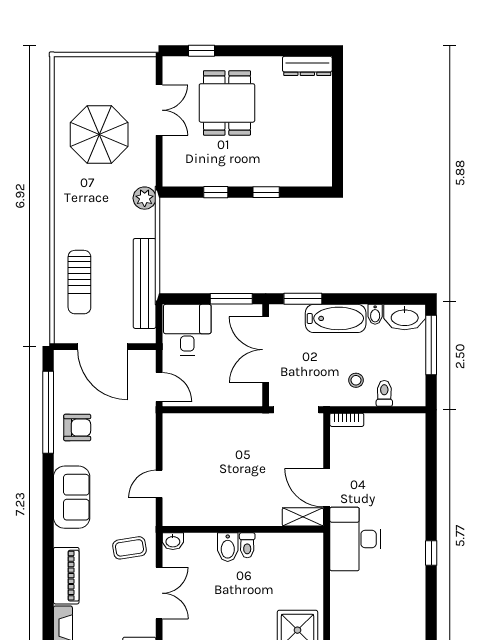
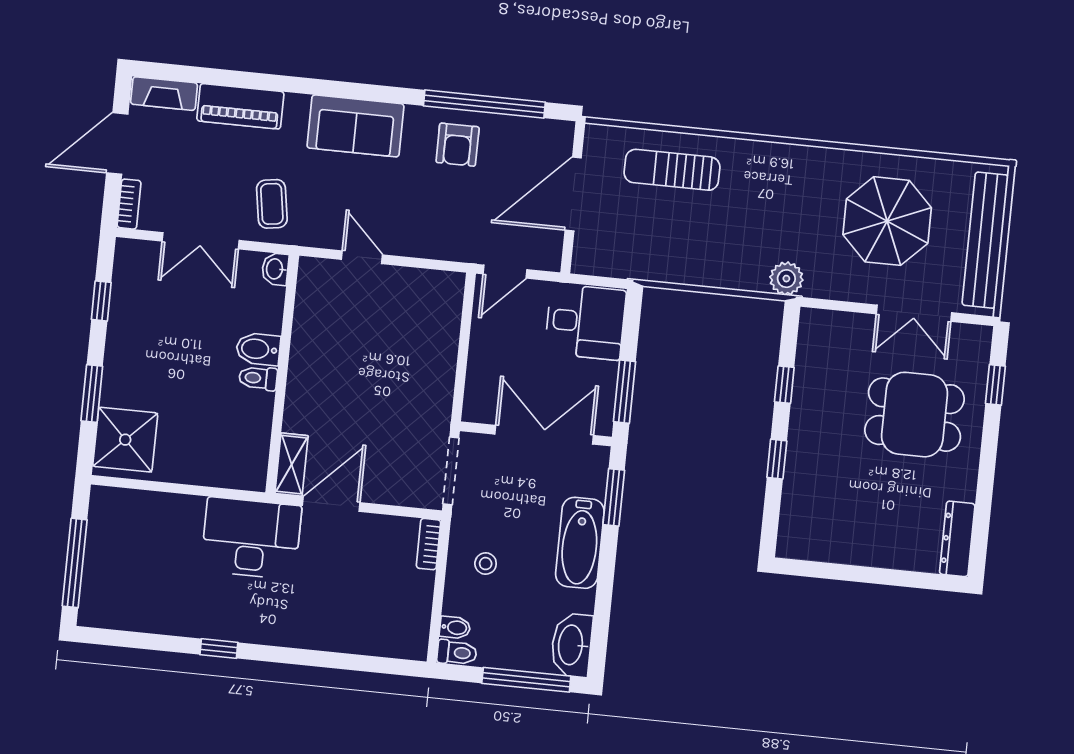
bench: (145, 283) -> (985, 240), moved, turned 90
bidet: (375, 314) -> (455, 628), moved, turned 180
toilet: (384, 393) -> (457, 653), moved

